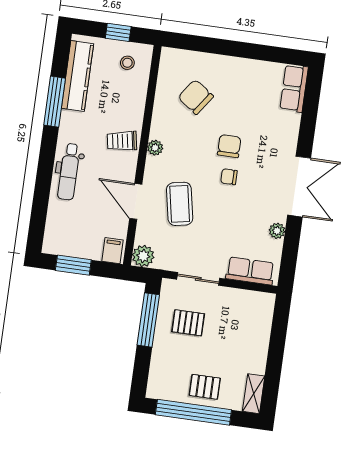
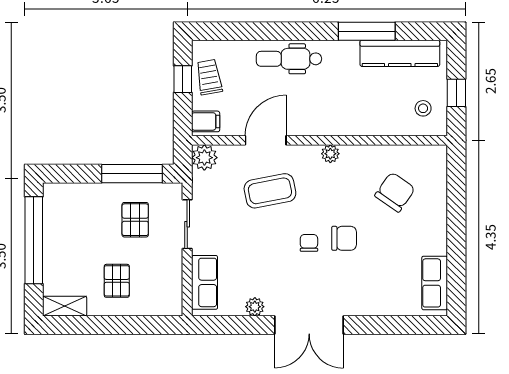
row of seats: (294, 88) -> (435, 283), moved, turned -90
trolley: (122, 141) -> (209, 77), moved
window: (73, 265) -> (183, 79), width x0.67
pallet: (205, 387) -> (117, 281), moved

